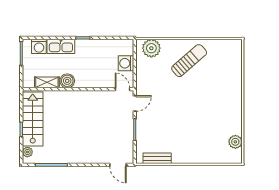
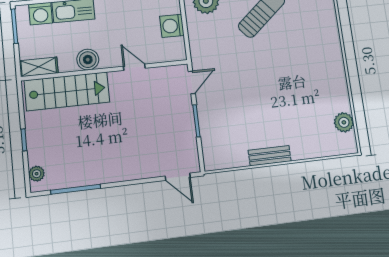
shelving: (47, 82) -> (39, 67), moved
door: (122, 89) -> (134, 67), moved
stairs: (33, 119) -> (67, 91), moved, turned 90
bench: (157, 158) -> (270, 156), moved

